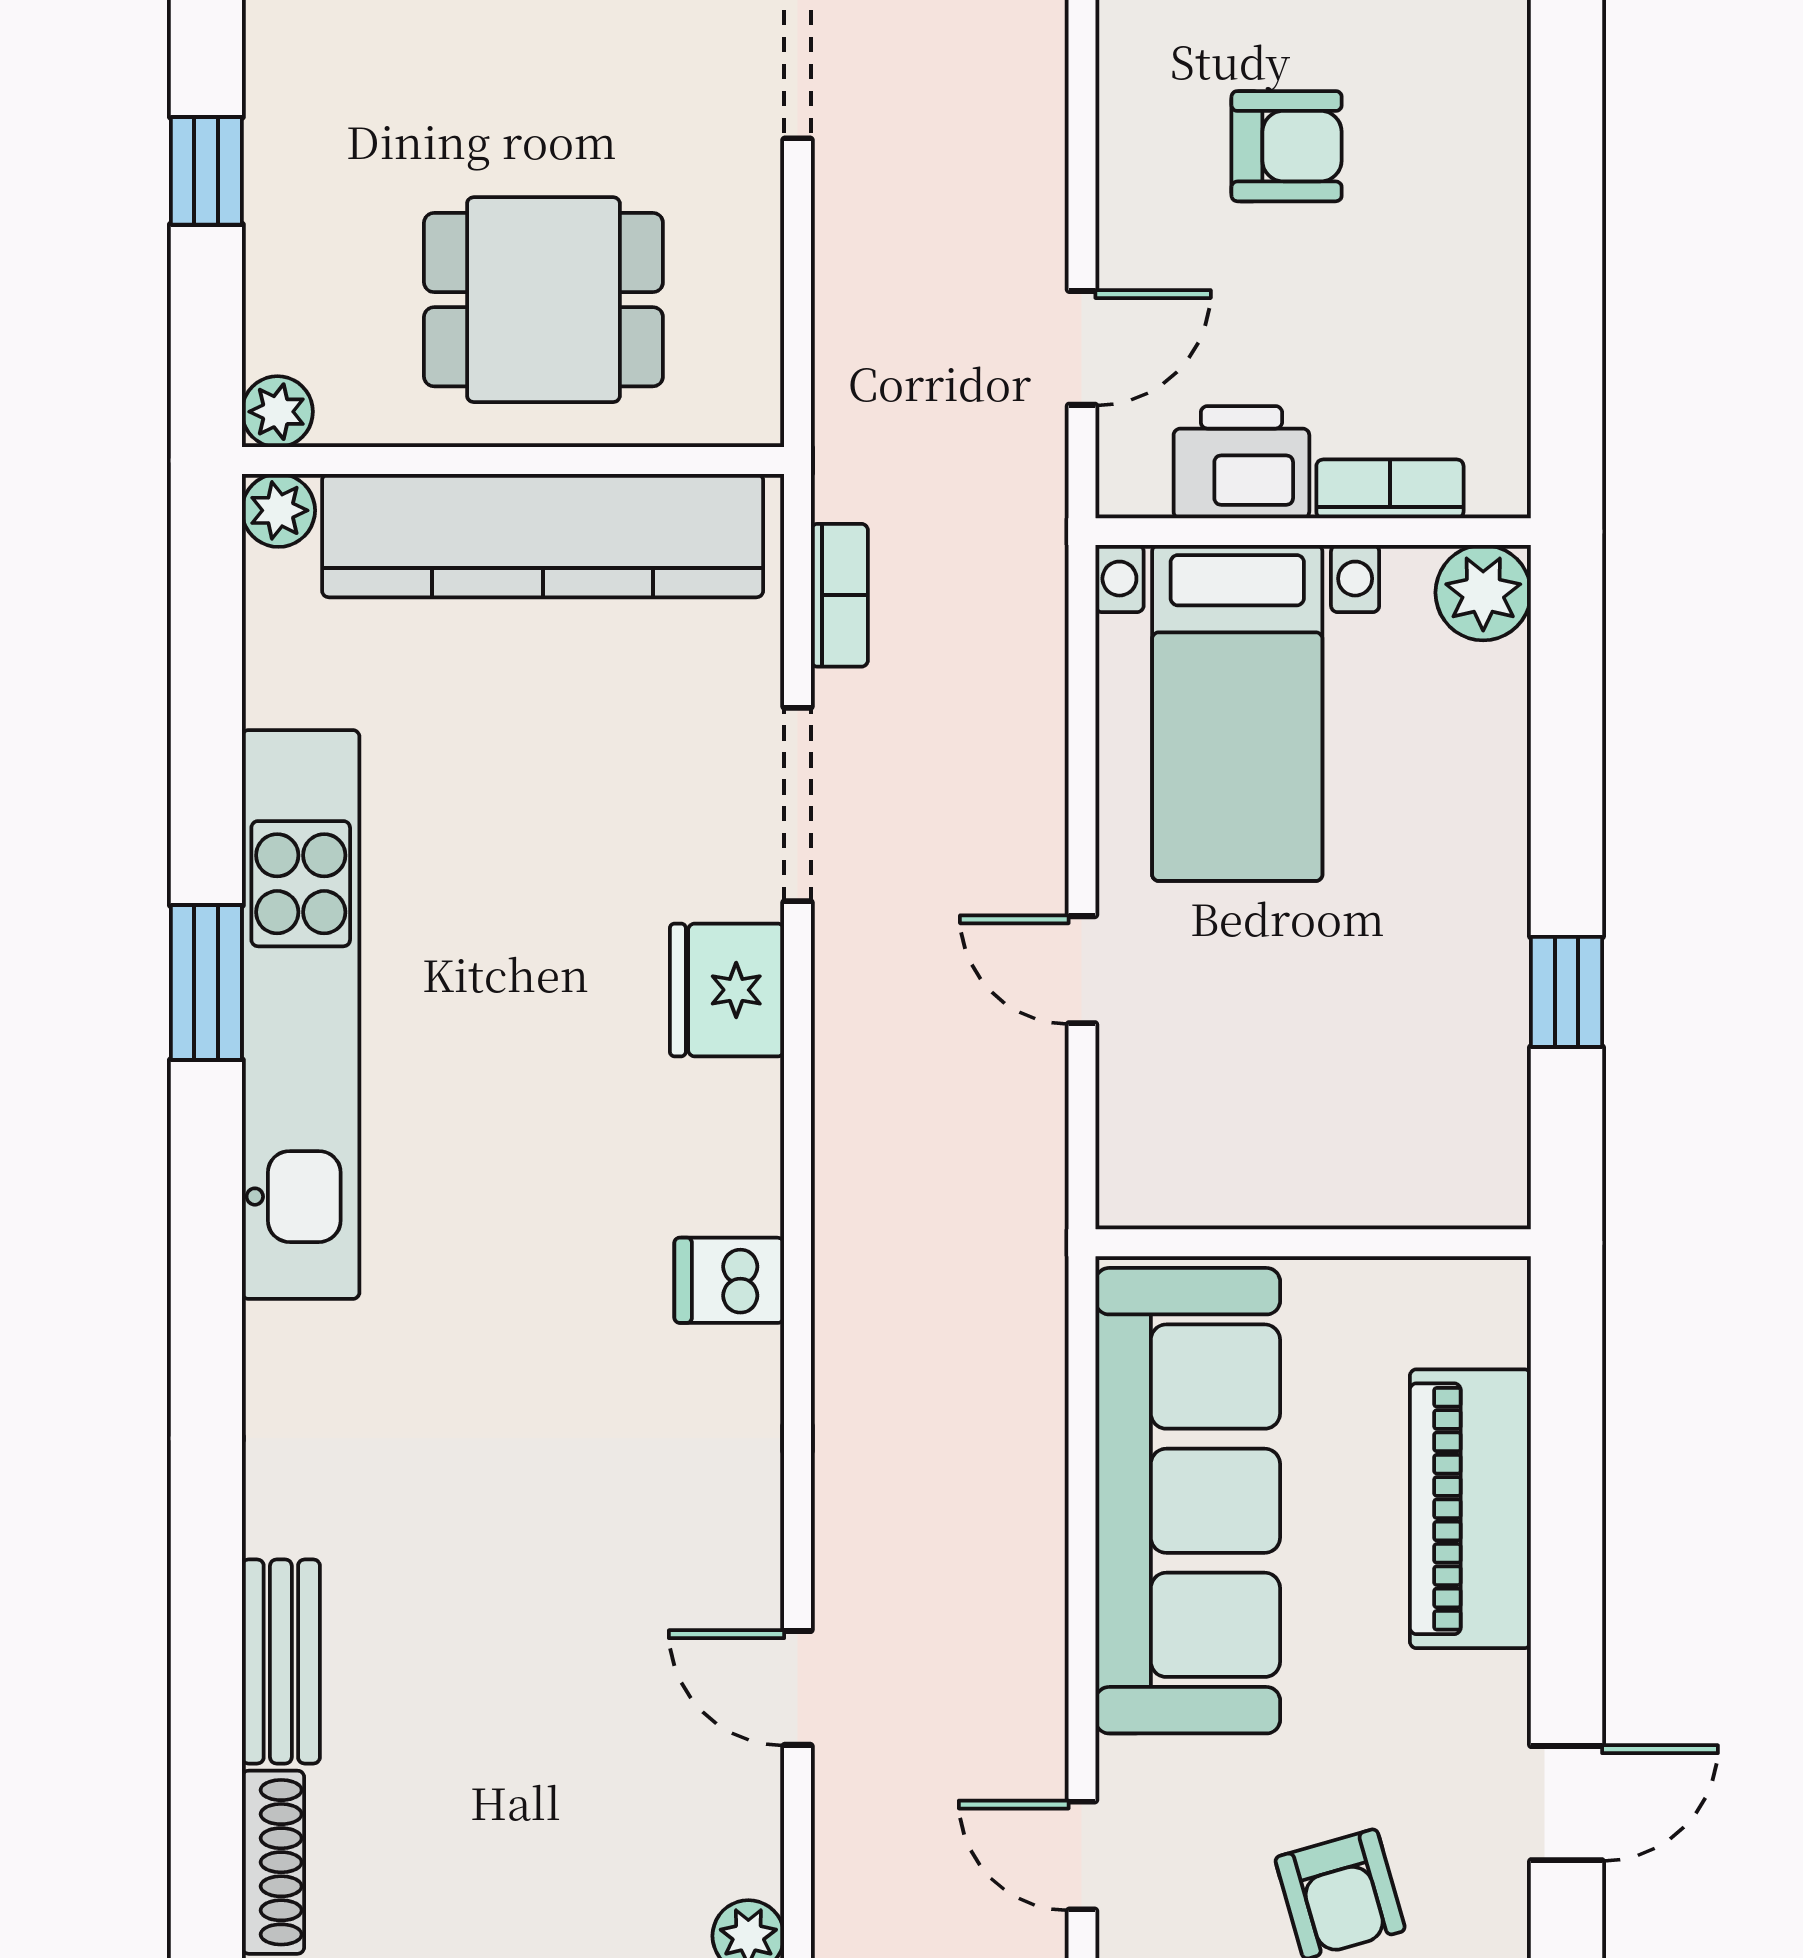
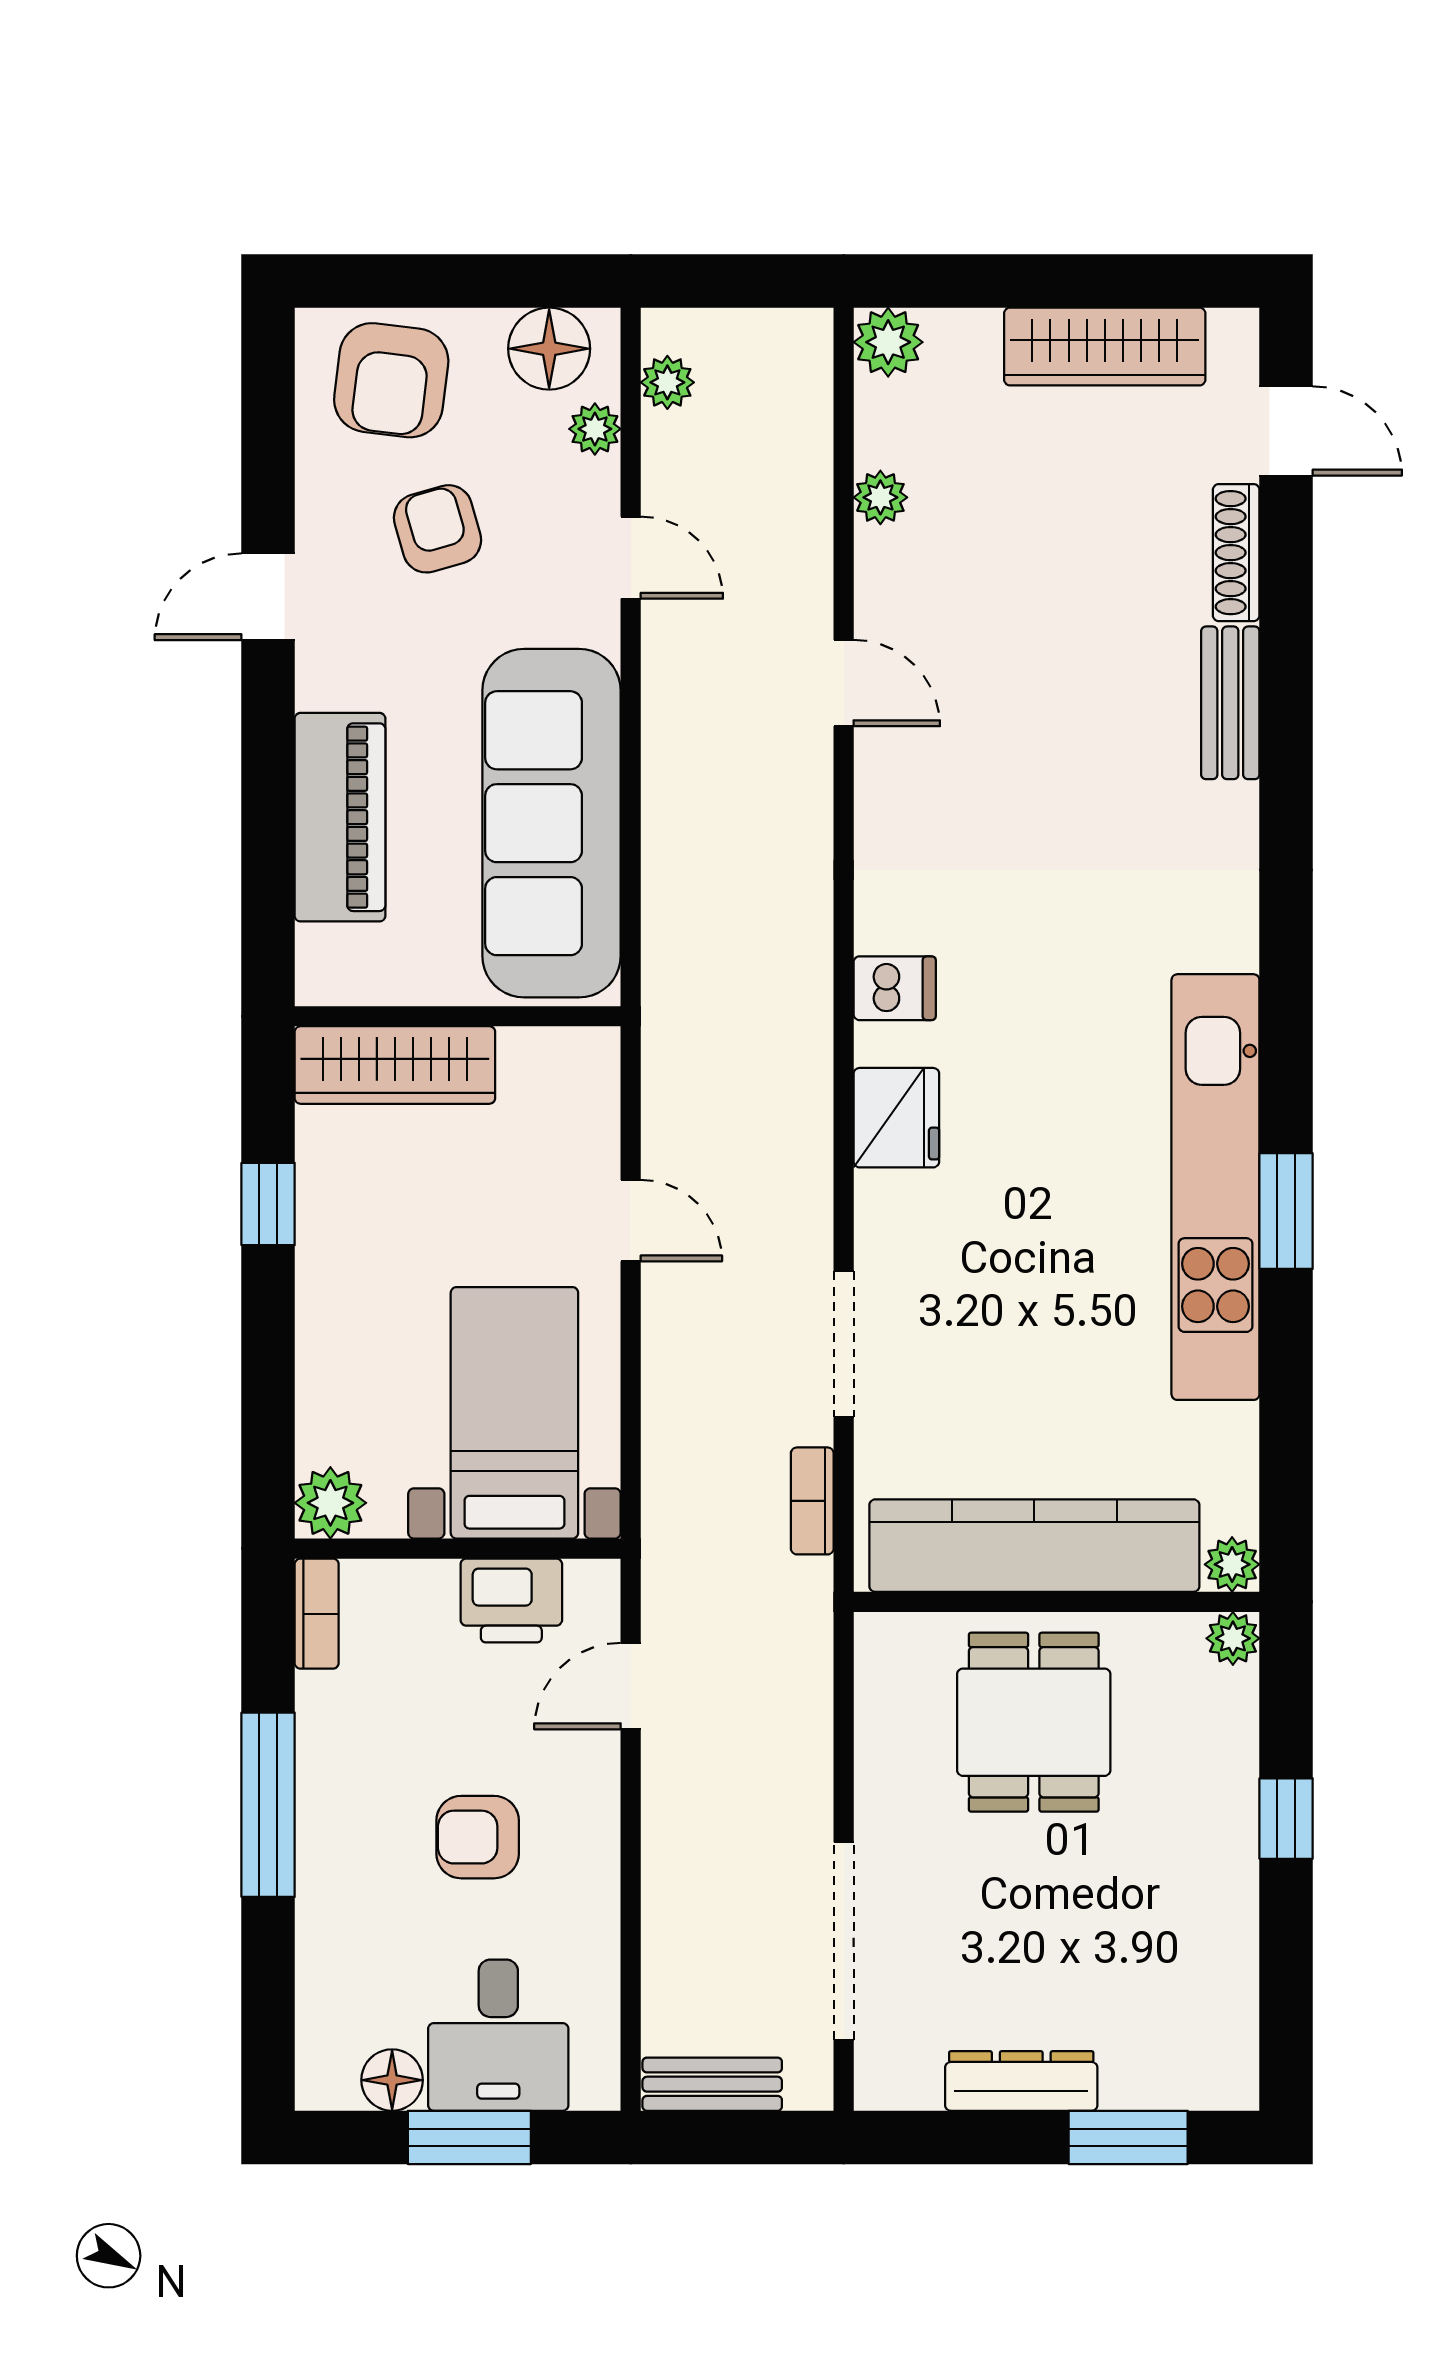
window: (1566, 189) -> (268, 1805), added
dining table: (543, 300) -> (1034, 1722), turned 90
bookcase: (1390, 489) -> (317, 1614), moved, turned -90
fridge: (727, 990) -> (896, 1118), moved
wardrobe: (1397, 1178) -> (395, 1065), added

